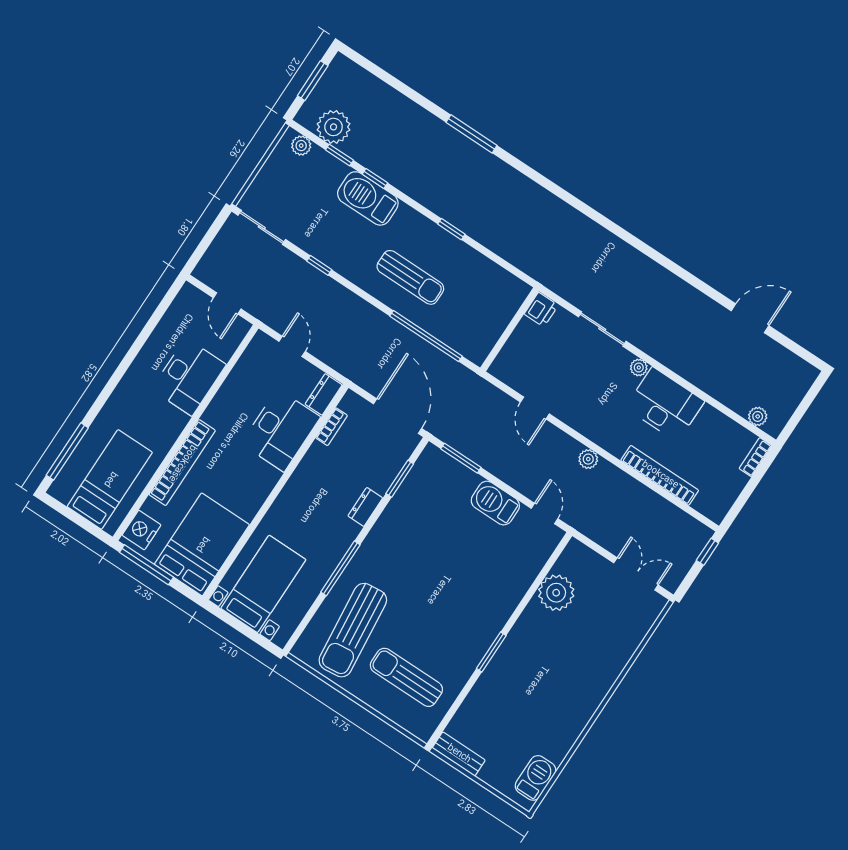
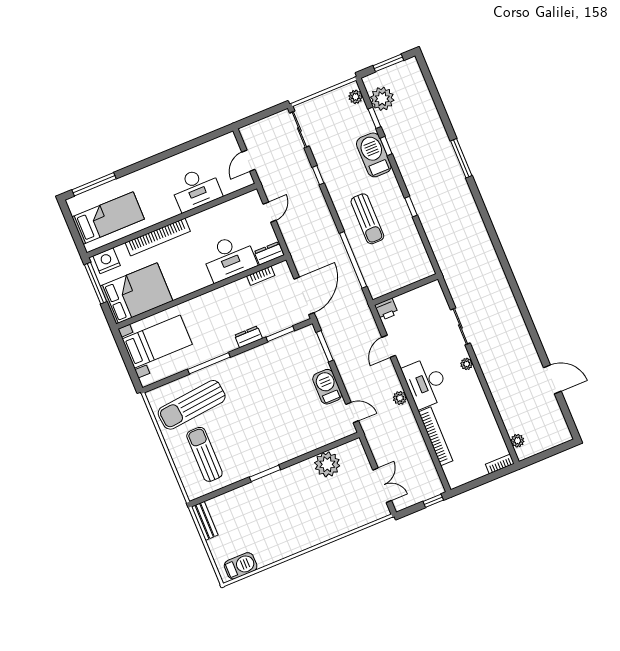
printer: (541, 310) -> (386, 309), moved
desk: (665, 404) -> (426, 383), moved, turned 180
door: (544, 513) -> (352, 413), hinge flipped

